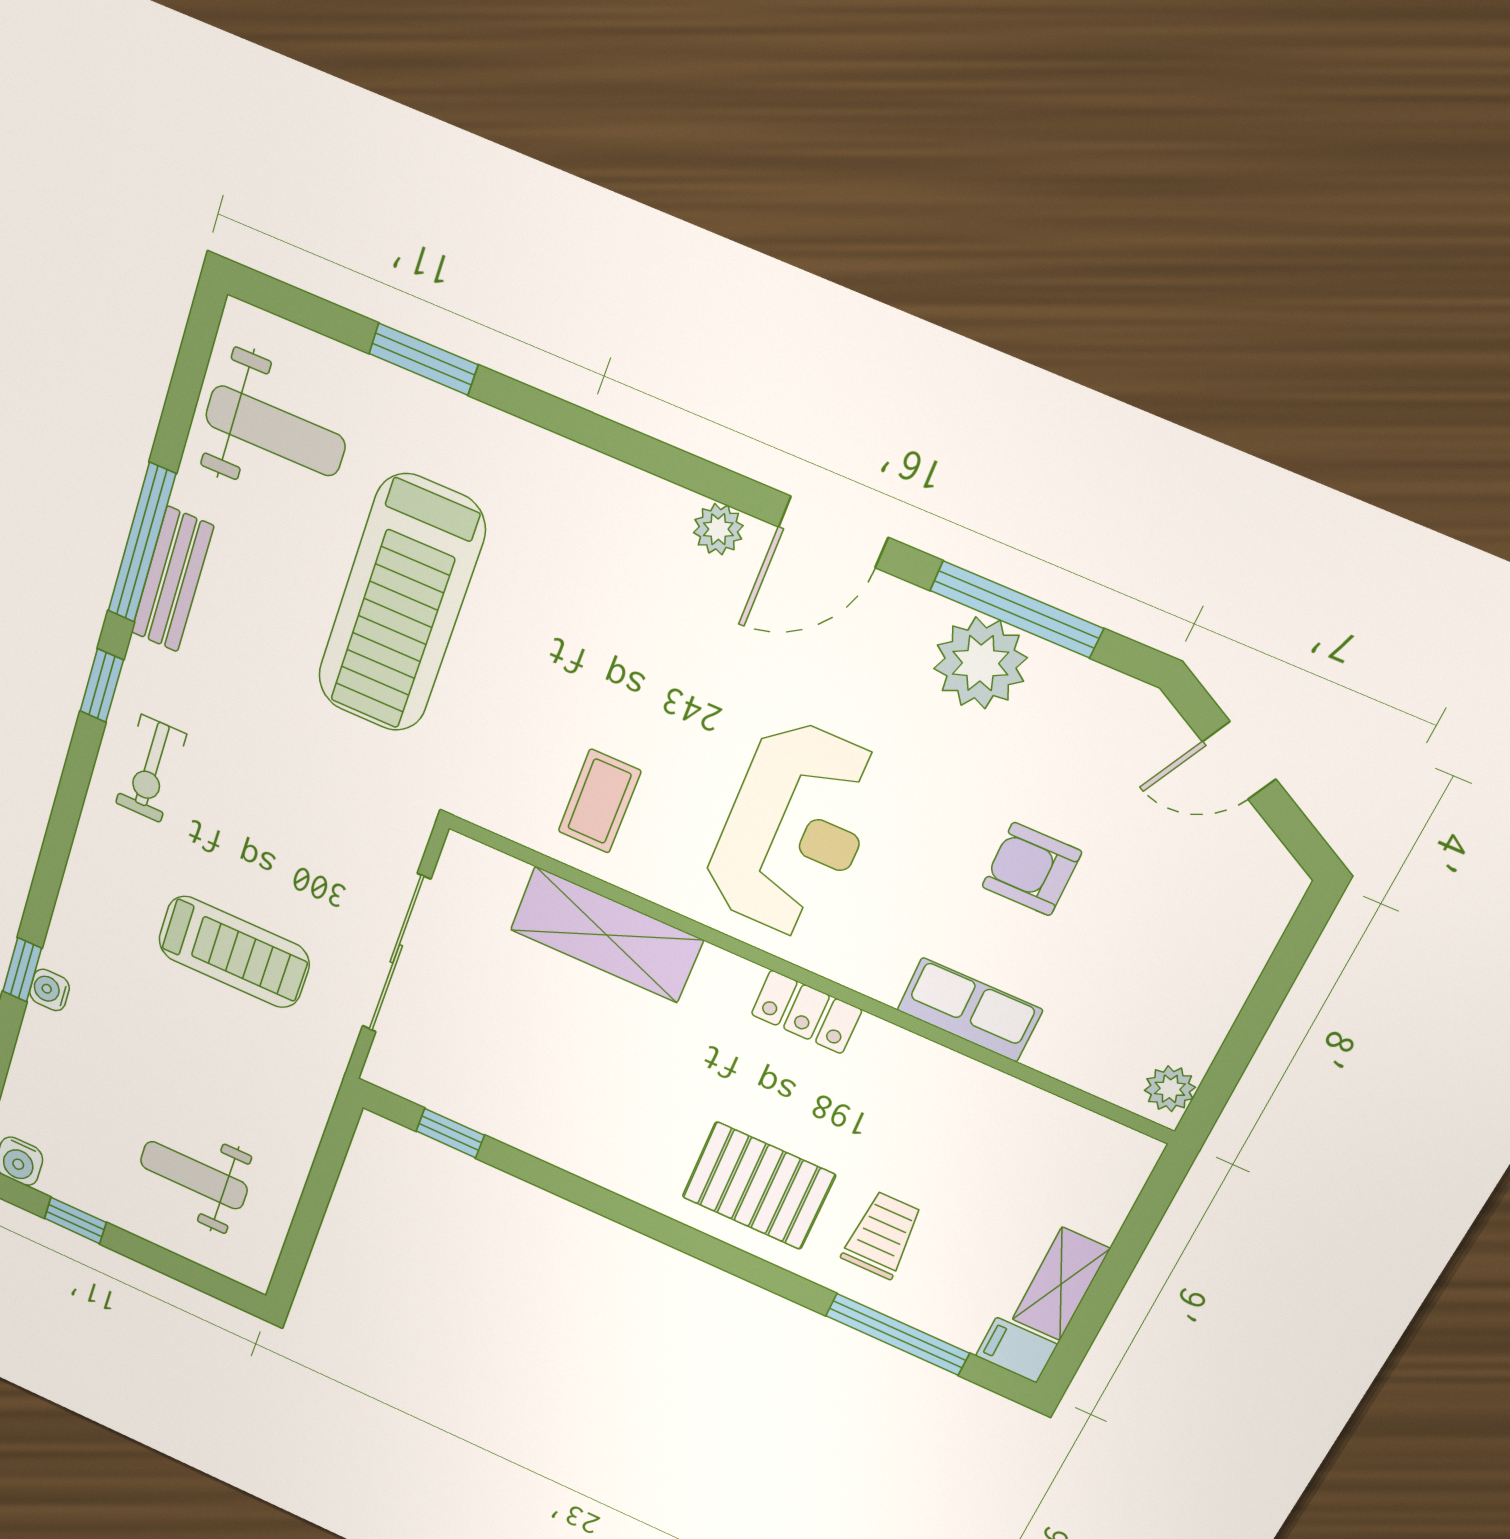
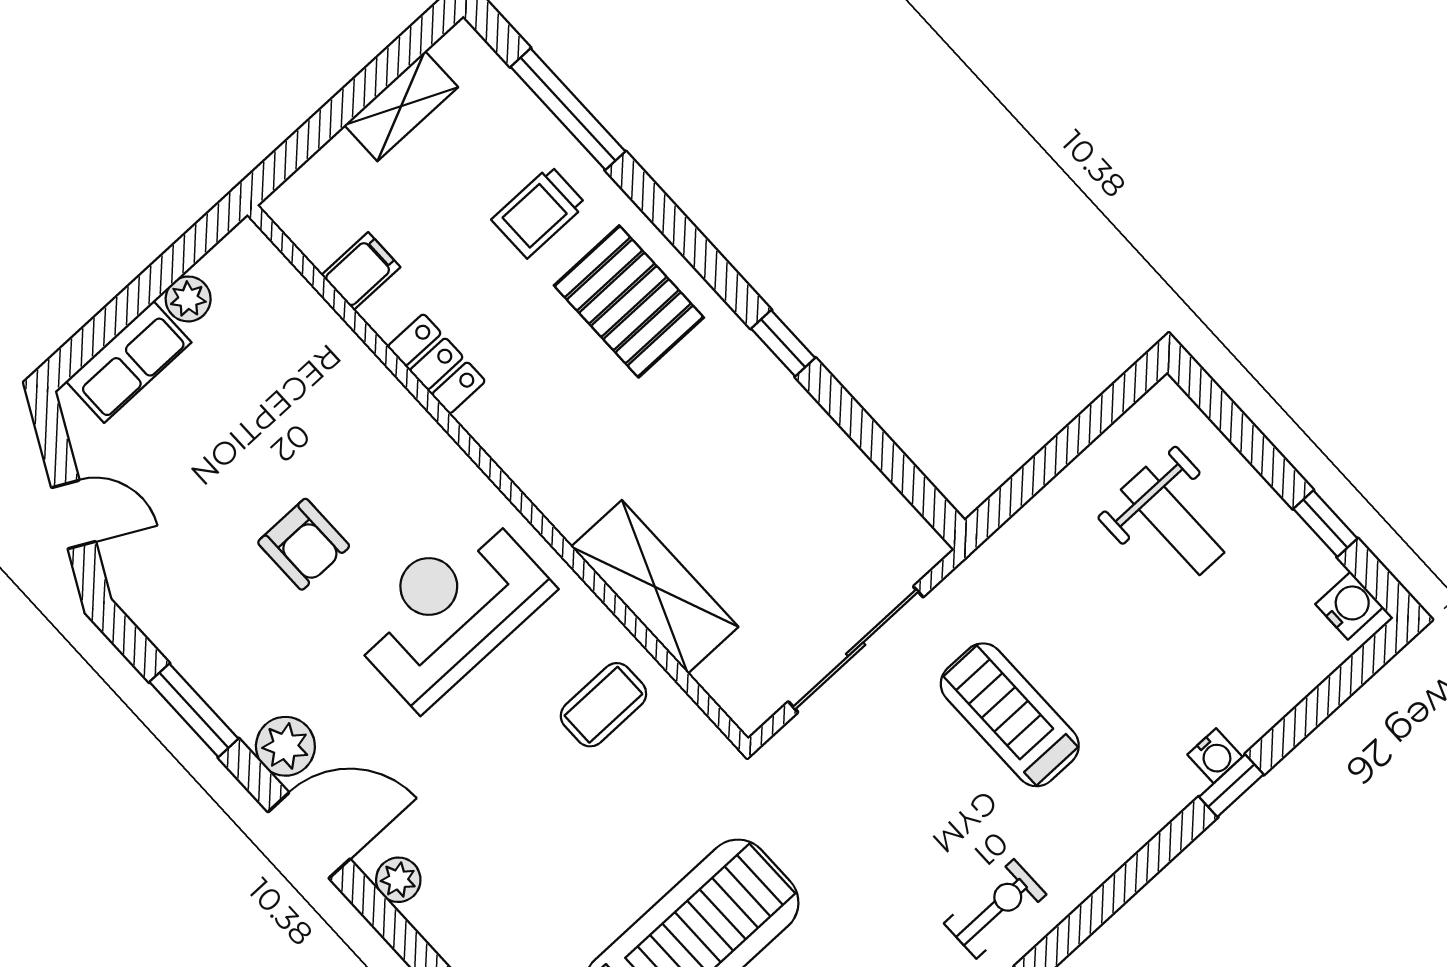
window: (1016, 609) -> (194, 710), width x0.69
plant: (980, 663) -> (285, 746), moved, width x0.73, depth x0.73
armchair: (1032, 869) -> (304, 544), moved
row of seats: (970, 1010) -> (129, 362), moved, turned -90
locker: (806, 1012) -> (436, 364), moved
plant: (1170, 1089) -> (188, 299), moved
window: (450, 1133) -> (783, 343), moved
filing cabinet: (1016, 1350) -> (361, 271), moved, turned -90

